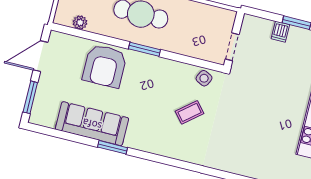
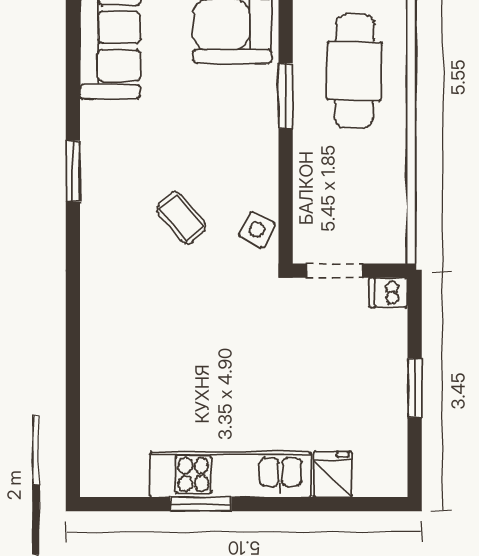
dishwasher: (280, 32) -> (389, 292), moved
window: (113, 147) -> (73, 171), moved

